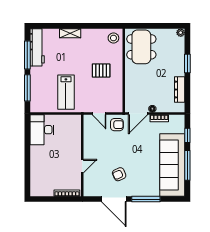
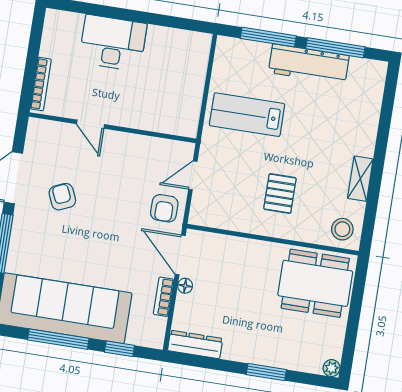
shelving: (70, 33) -> (360, 179), moved
workbench: (37, 47) -> (309, 64), moved
dresser: (180, 90) -> (195, 345), moved
desk: (42, 130) -> (113, 43), moved

